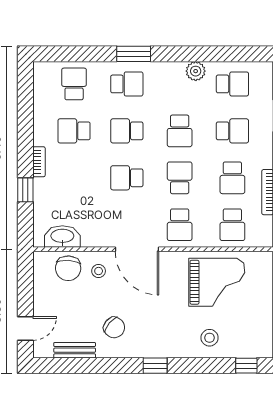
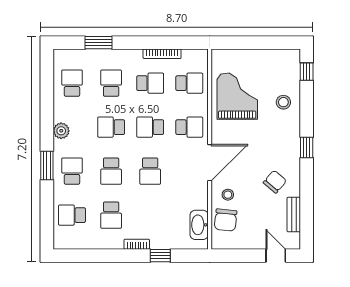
plant: (196, 71) -> (61, 131), moved
school desk: (180, 131) -> (111, 127), turned 180
chair: (68, 268) -> (226, 220), turned 92

